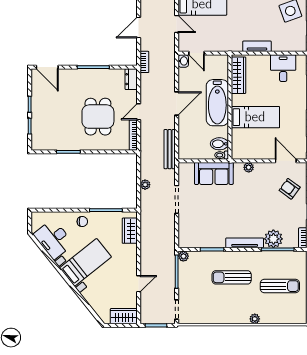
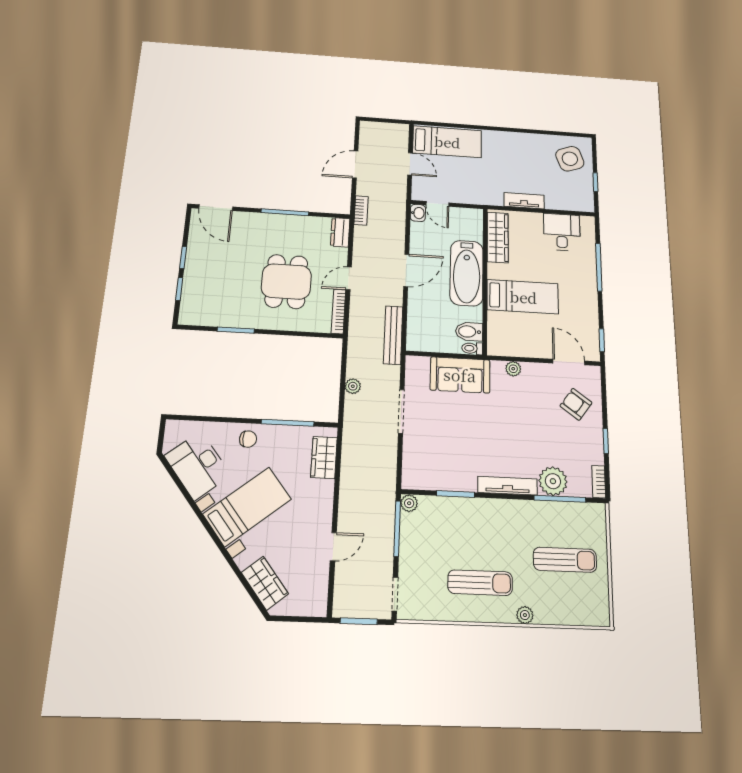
sun lounger: (232, 277) -> (480, 583), moved, turned 180
wardrobe: (124, 316) -> (265, 583), moved, turned 51

